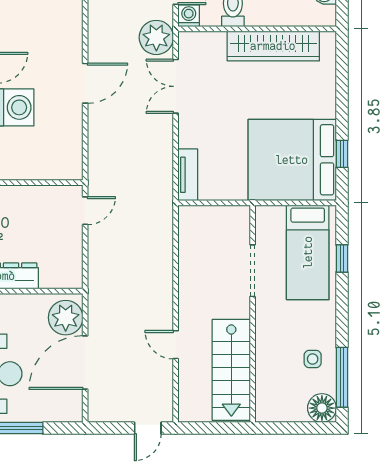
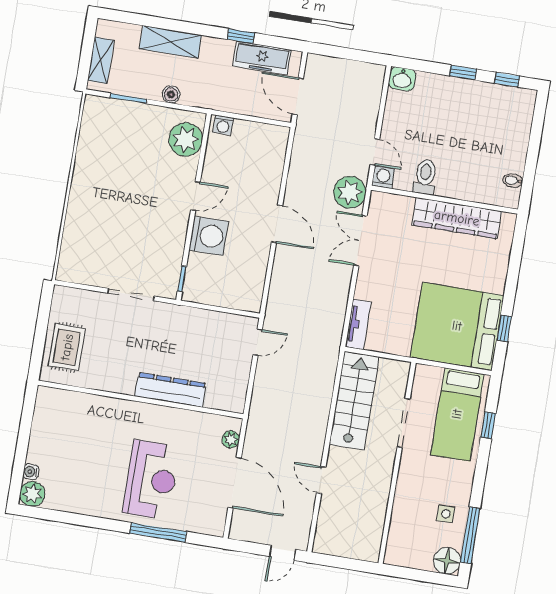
door: (85, 83) -> (277, 224), hinge flipped
plant: (66, 318) -> (231, 439), width x0.53, depth x0.53
door: (85, 363) -> (235, 483), swing flipped
stairs: (231, 370) -> (354, 401), moved, turned 180

